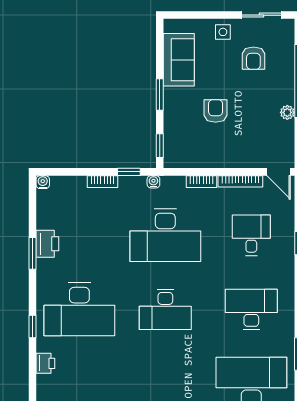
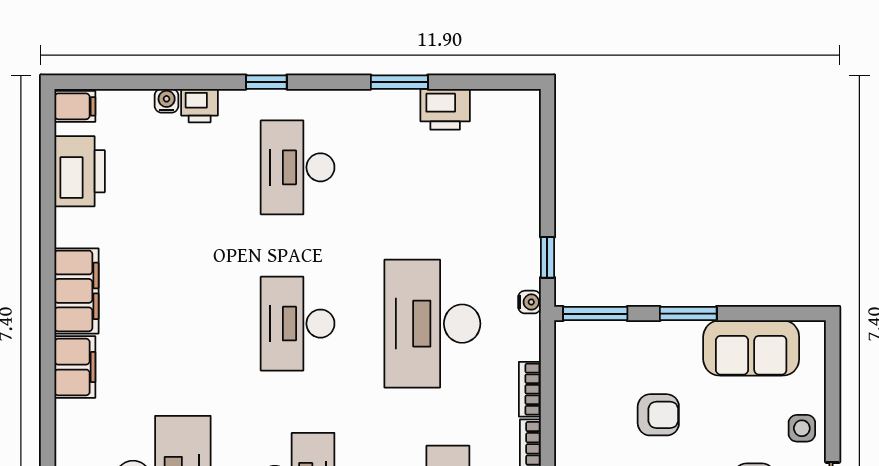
window: (160, 146) -> (595, 314), width x1.50
water cooler: (43, 182) -> (167, 101), moved, turned -90
bookcase: (102, 182) -> (530, 209), removed
printer: (47, 244) -> (445, 109), moved
desk: (79, 309) -> (298, 167), width x0.73, depth x0.77

